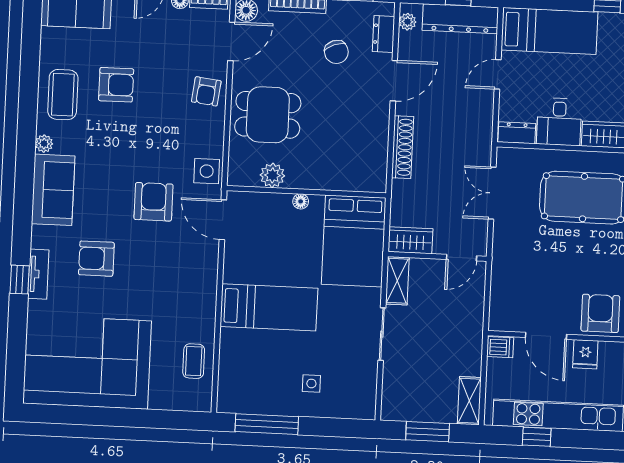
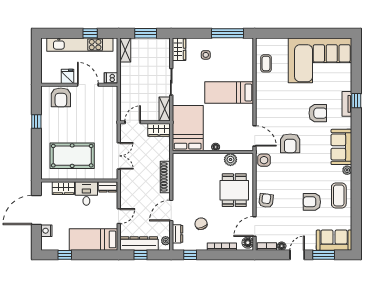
dining table: (268, 115) -> (234, 190), turned 90
wardrobe: (364, 397) -> (179, 49), added

